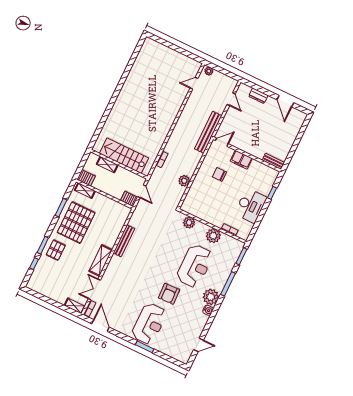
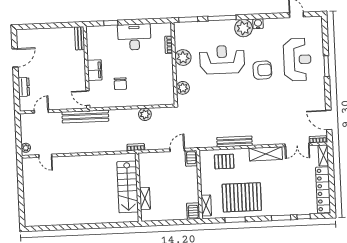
stairs: (124, 156) -> (128, 187), moved
wall: (119, 164) -> (138, 187), moved
shelving: (107, 165) -> (145, 198), moved
pallet: (56, 250) -> (224, 162), moved
locker: (47, 291) -> (323, 190), added
reception desk: (149, 324) -> (297, 60), moved, turned 90
door: (101, 325) -> (329, 120), hinge flipped

